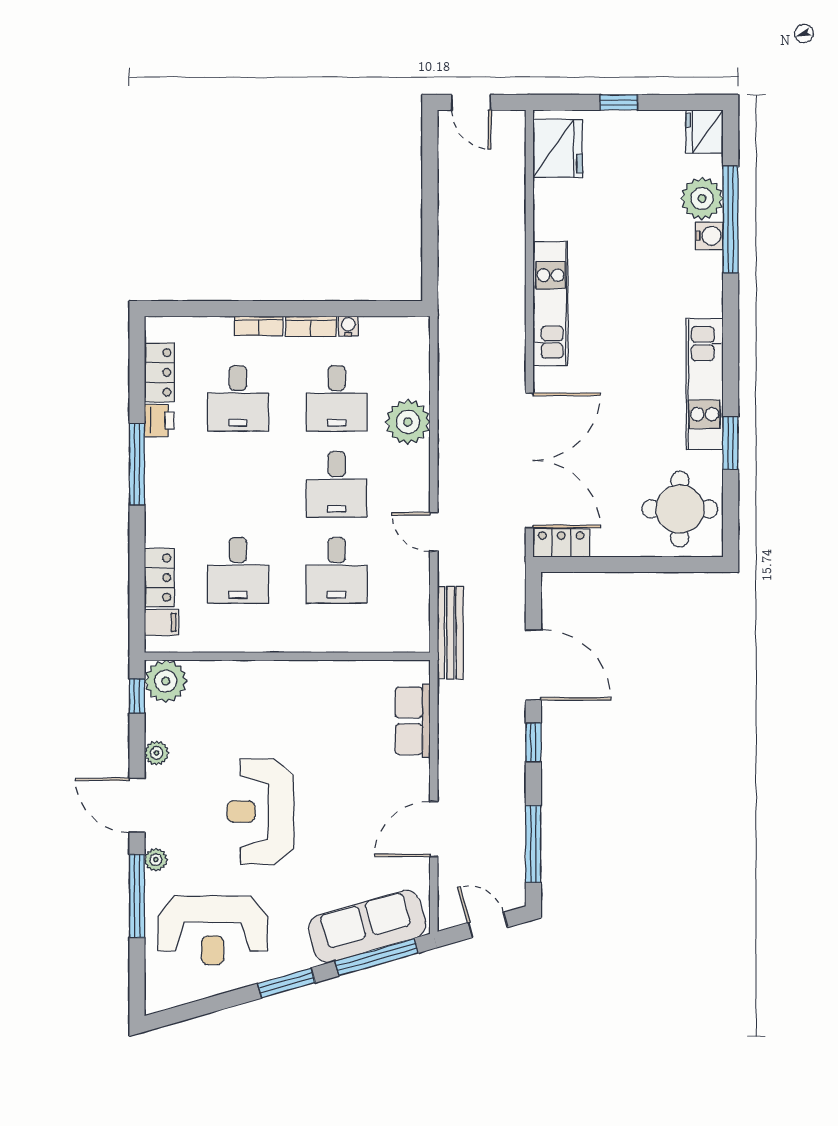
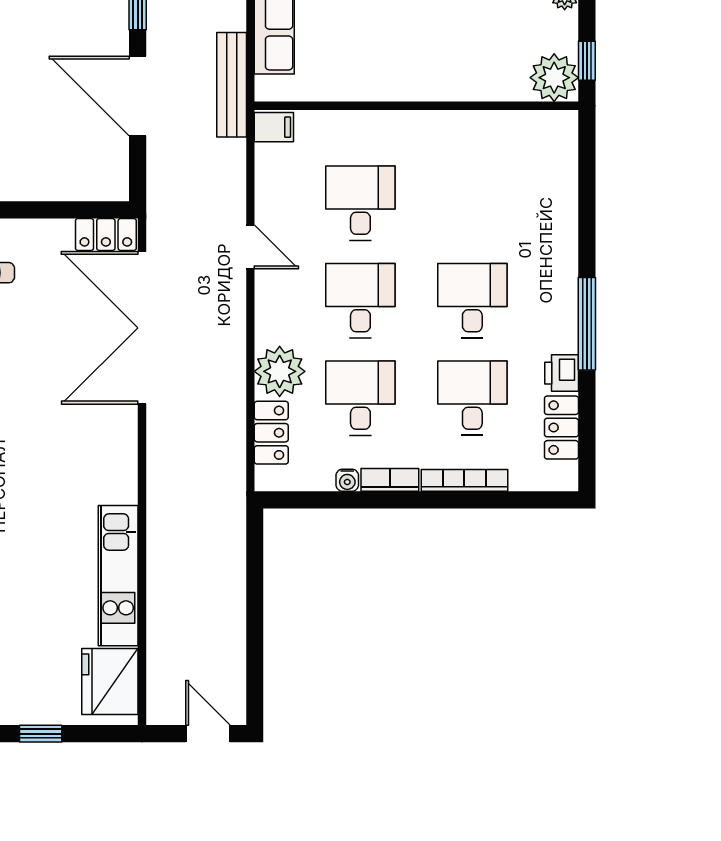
kitchen unit: (550, 304) -> (118, 576), moved
bookcase: (259, 326) -> (464, 480), width x1.56
desk: (238, 570) -> (472, 301), moved
locker: (159, 578) -> (271, 433), moved, turned 180
filing cabinet: (162, 622) -> (274, 127), moved, turned 180
bench: (450, 633) -> (232, 85), moved

